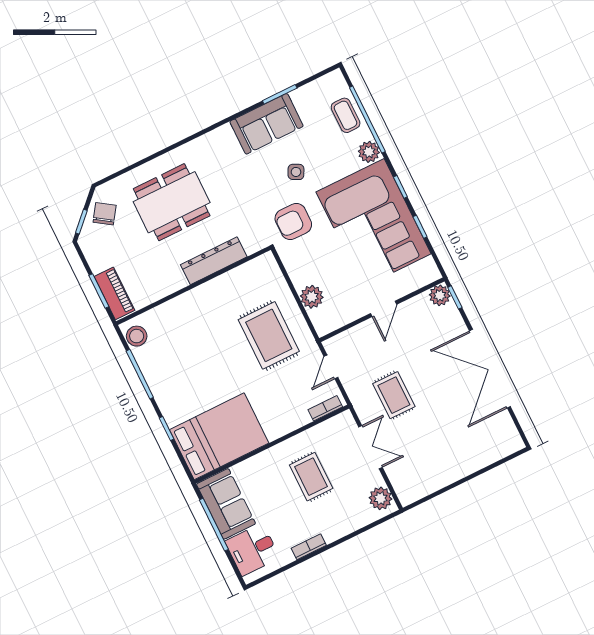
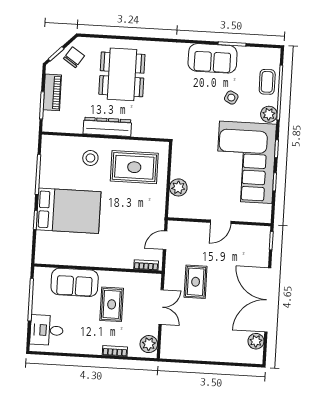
side table: (296, 172) -> (231, 98), moved
dining table: (172, 202) -> (122, 74), turned 90
armchair: (293, 221) -> (194, 132), removed
dresser: (214, 261) -> (107, 127), moved
piano: (114, 293) -> (52, 92), moved
plant: (440, 295) -> (256, 341), moved
rug: (269, 335) -> (134, 167), moved, turned 90
stool: (137, 336) -> (90, 158), moved
bed: (219, 436) -> (69, 211), moved
sofa: (226, 504) -> (75, 282), moved, turned 90
bookcase: (309, 547) -> (115, 351), moved

